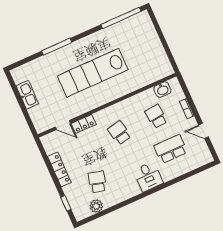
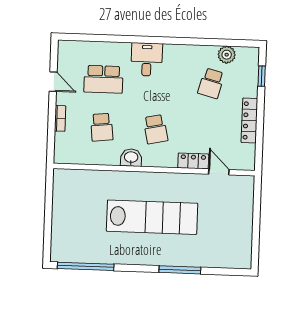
washbasin: (162, 90) -> (131, 158), moved
kitchen sink: (27, 95) -> (244, 229), removed

